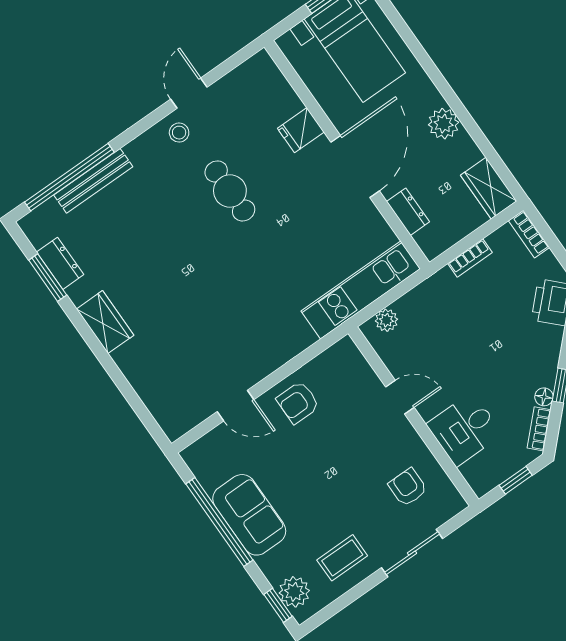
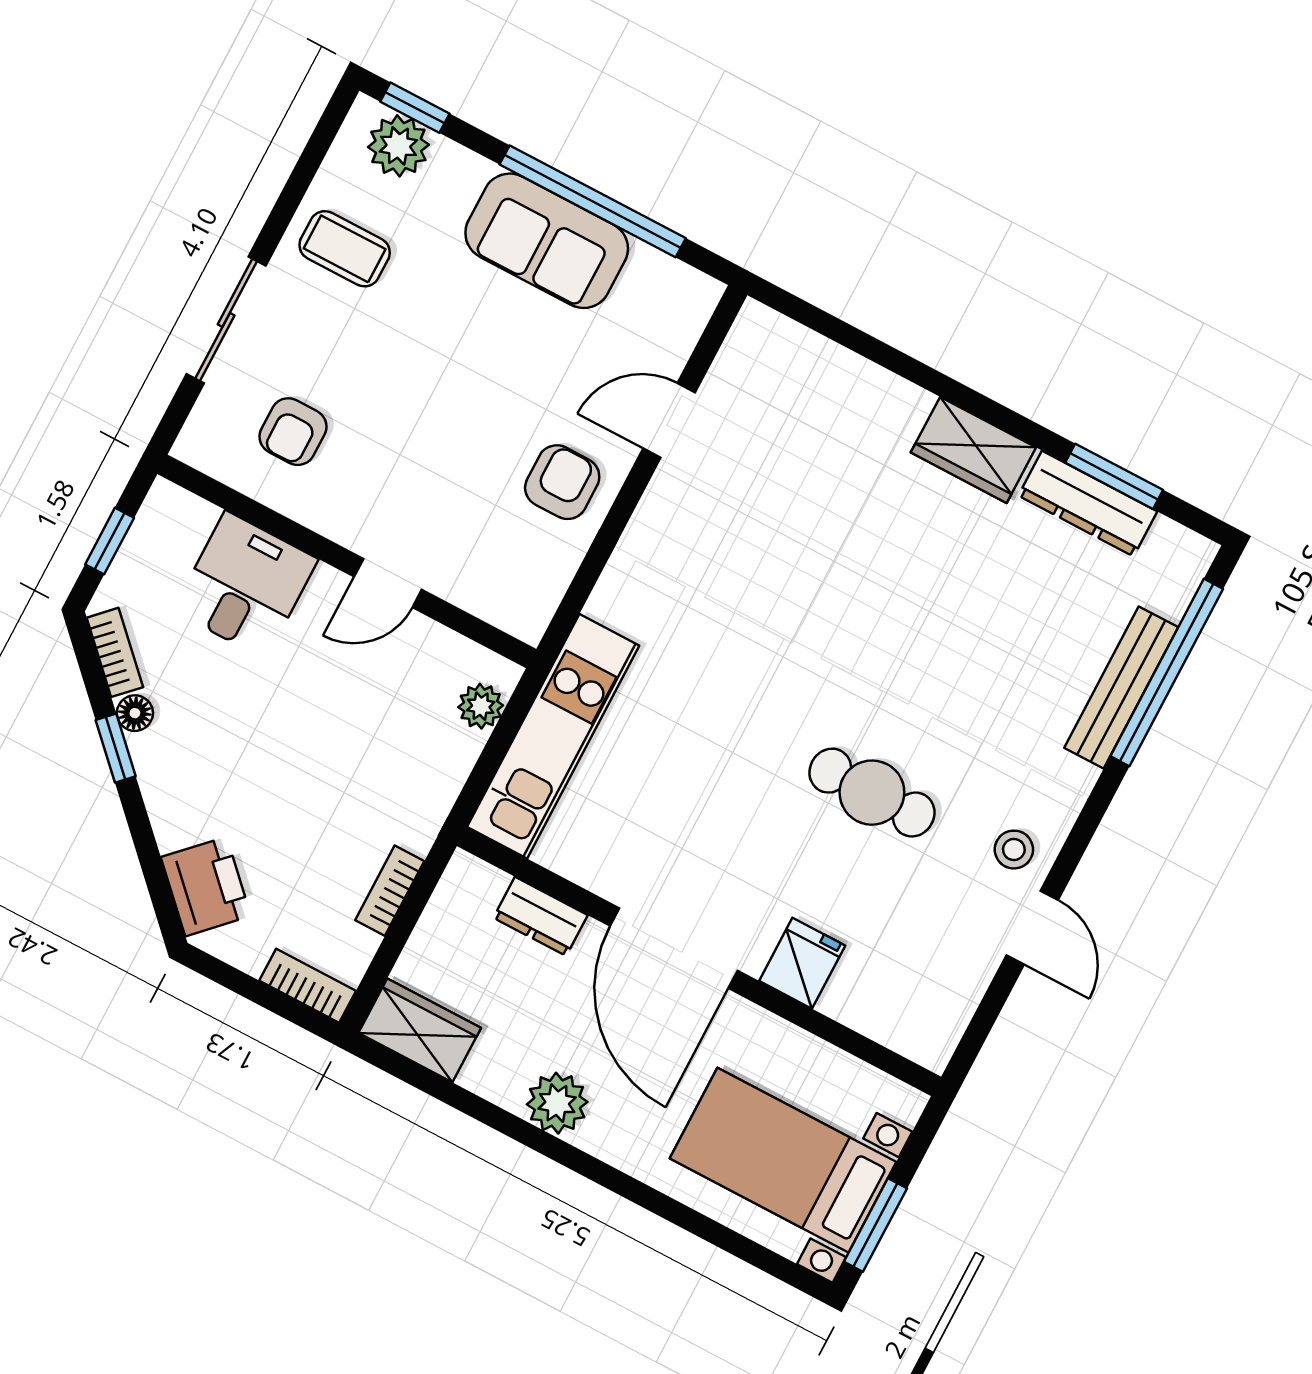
dresser: (60, 263) -> (1088, 504), width x1.44
armchair: (408, 487) -> (293, 432), turned 90
coffee table: (342, 558) -> (345, 249), turned 90

